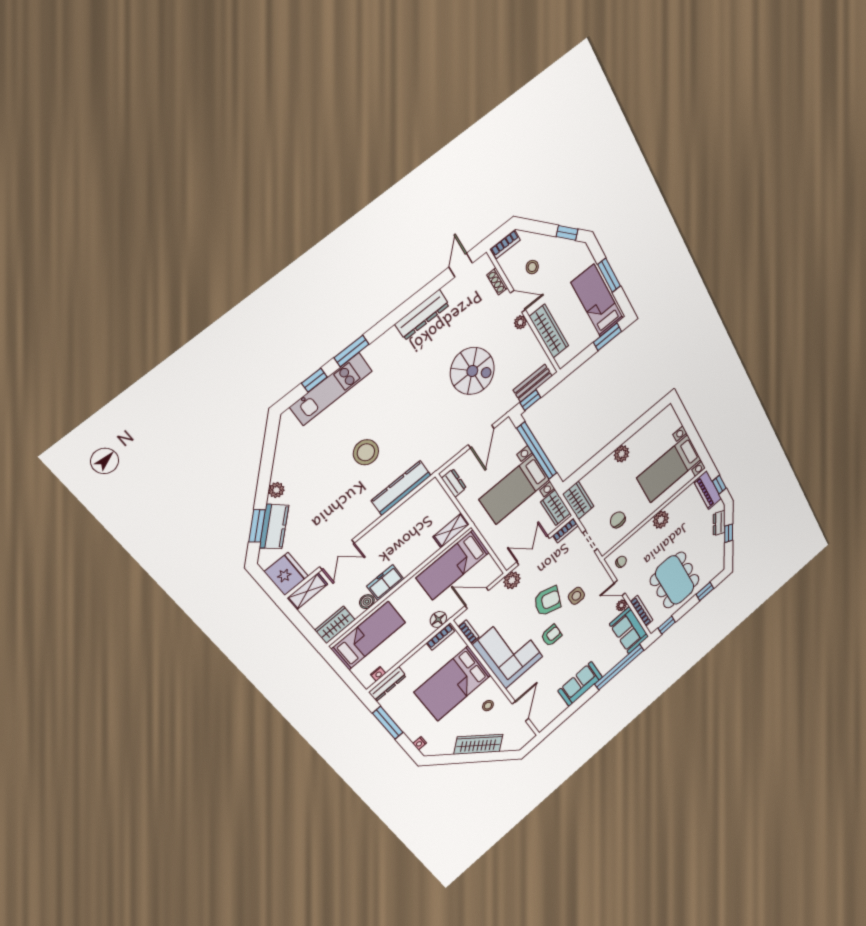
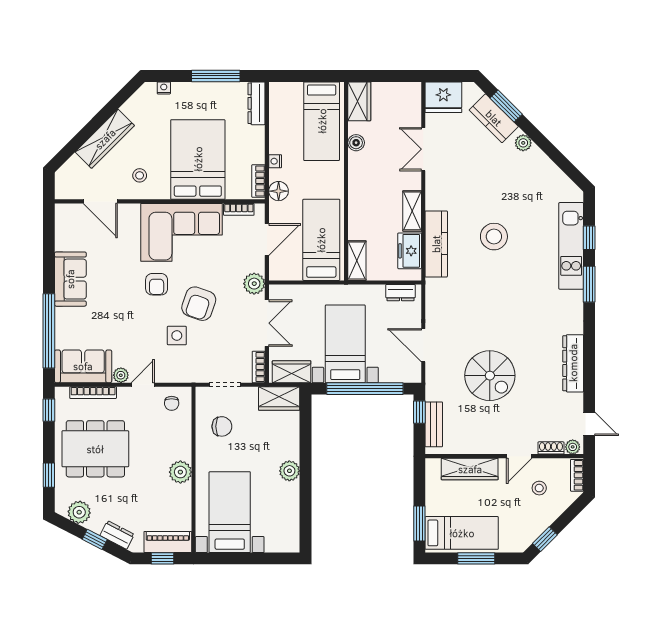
plant: (520, 322) -> (573, 447), moved
spiral stairs: (472, 371) -> (490, 376), turned -90
plant: (717, 556) -> (79, 512), added
freezer: (385, 583) -> (410, 251), moved, turned 180
shelving: (307, 591) -> (412, 211), moved
nightstand: (378, 674) -> (275, 161), moved

